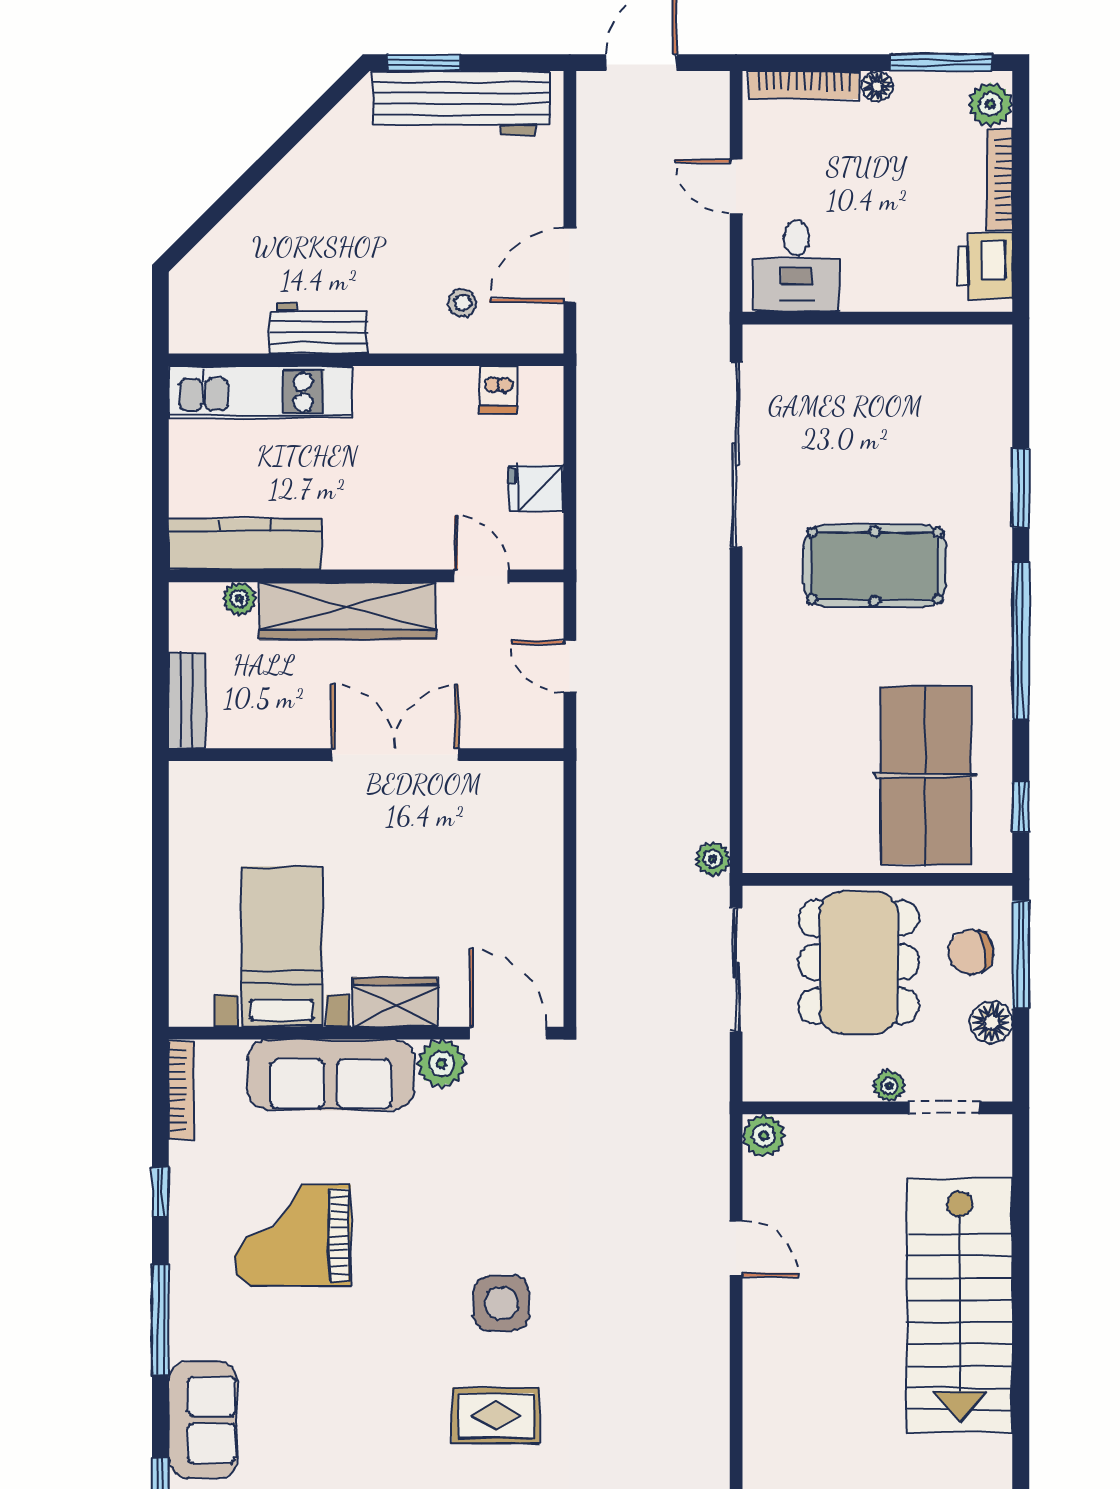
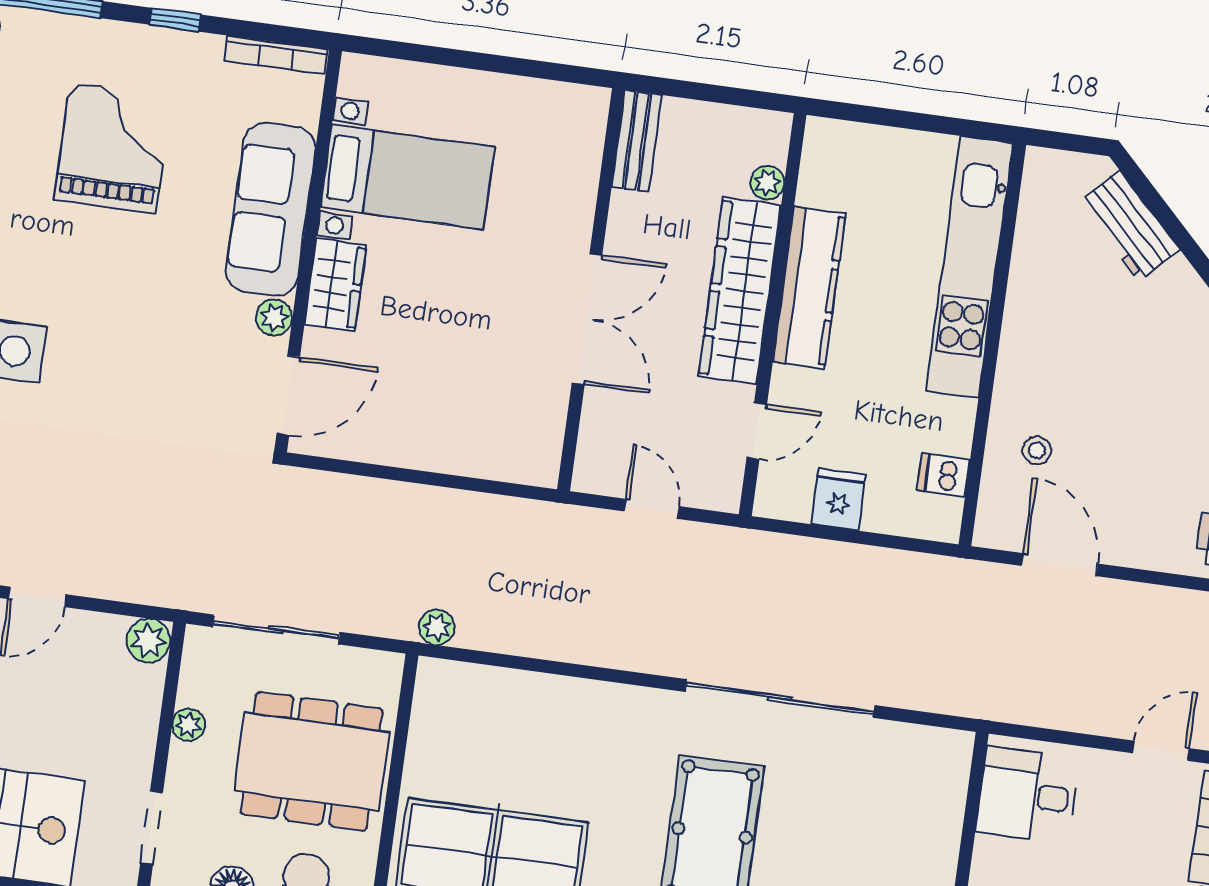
door: (736, 186) -> (1161, 751), moved
workbench: (318, 328) -> (1129, 226), moved, turned 135
kitchen unit: (261, 392) -> (970, 267), width x1.36
sliding door: (736, 455) -> (780, 698), moved
kitchen counter: (245, 544) -> (809, 288), moved
door: (570, 667) -> (652, 509), hinge flipped
bench: (187, 701) -> (637, 141), moved, turned 90
sliding door: (736, 970) -> (276, 629), moved
plant: (442, 1064) -> (274, 318), width x0.73, depth x0.73
plant: (889, 1086) -> (188, 725), moved

